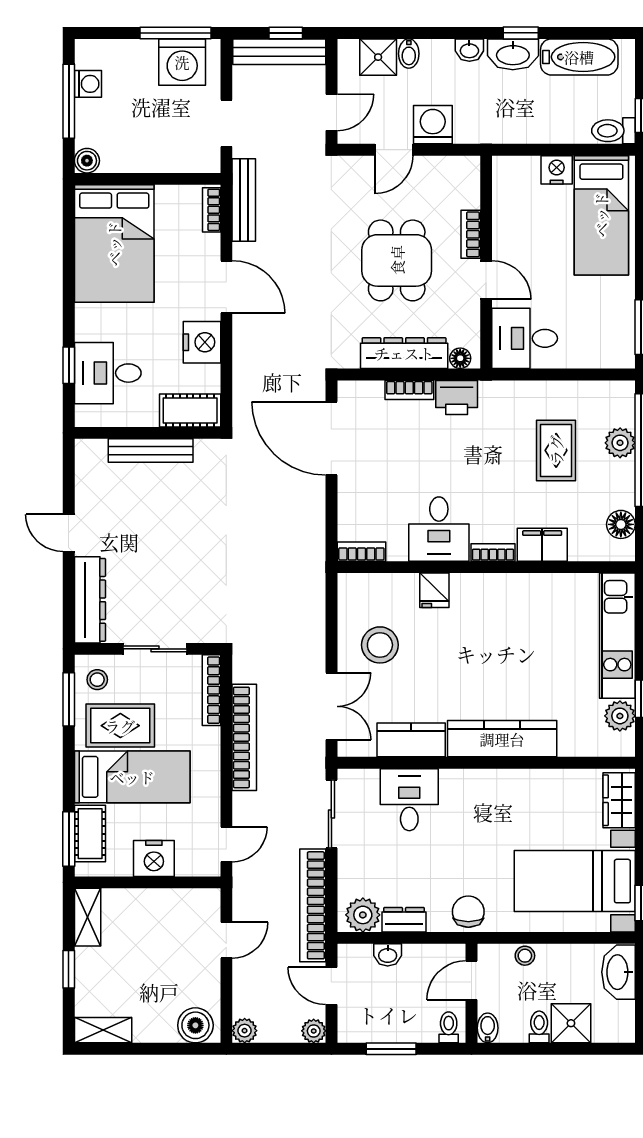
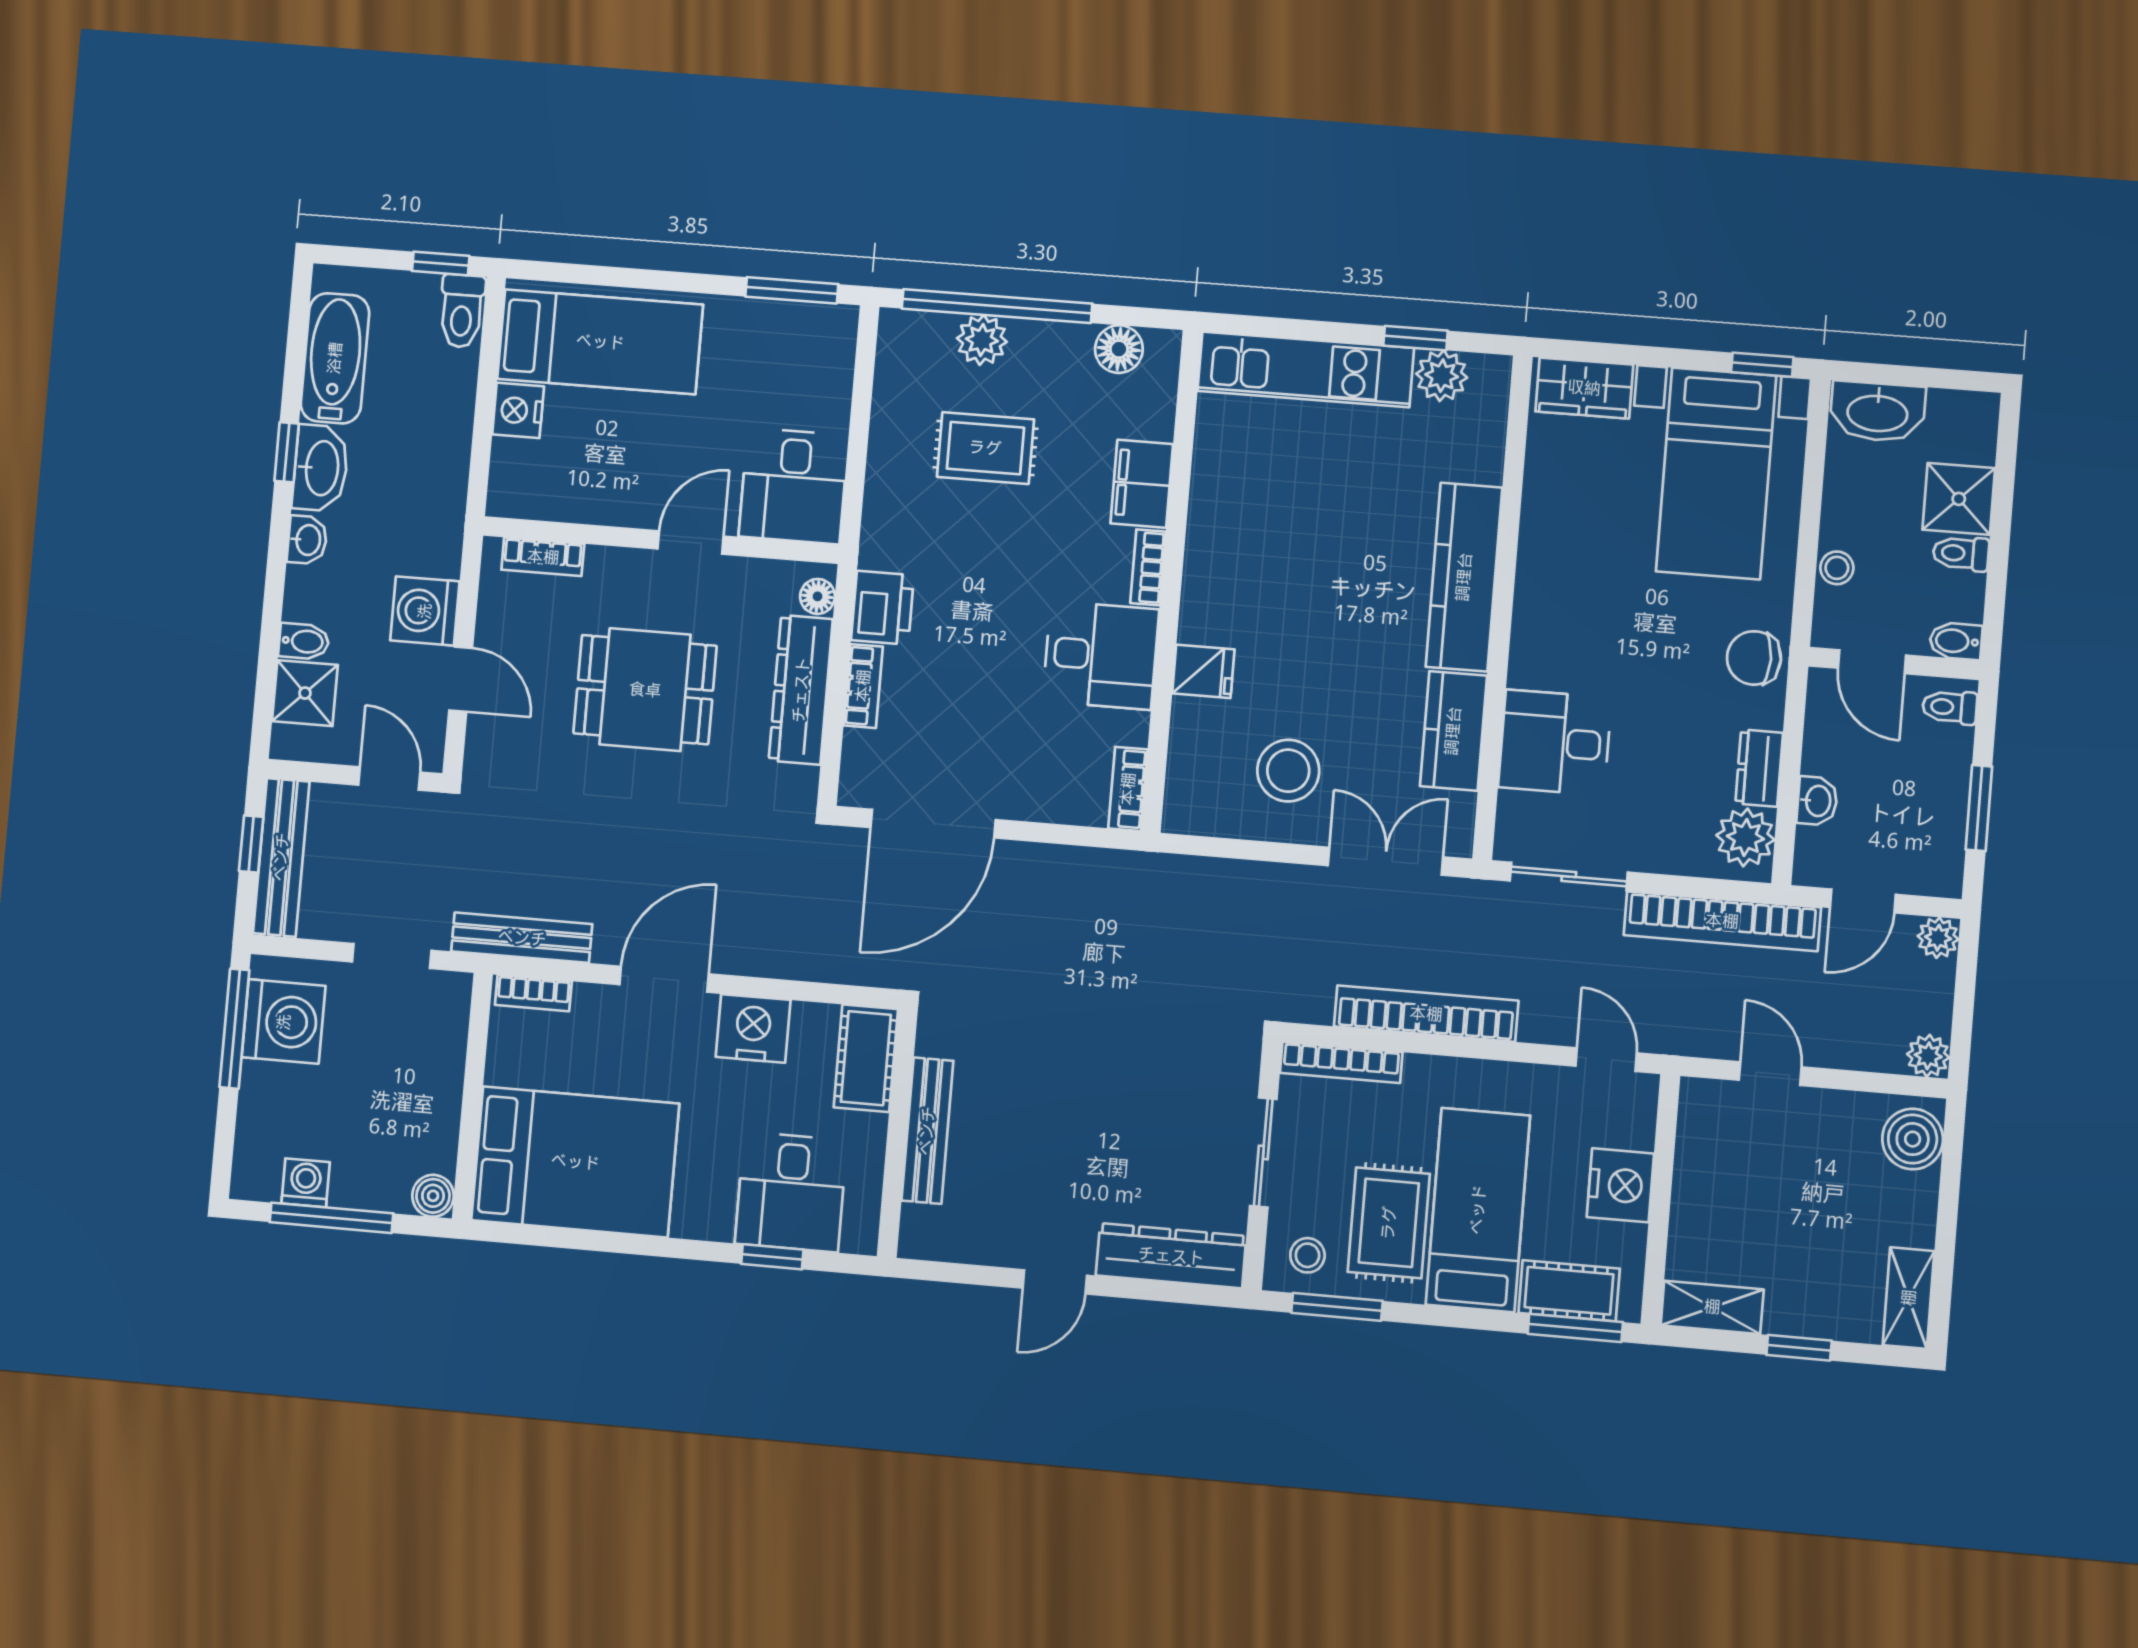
bookcase: (471, 234) -> (543, 557), moved

